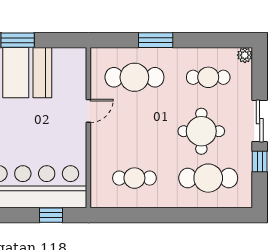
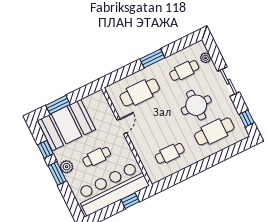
window: (156, 40) -> (152, 58), moved
plant: (245, 55) -> (206, 58), moved
cafe table: (35, 135) -> (97, 157), added
window: (260, 161) -> (247, 119), moved

